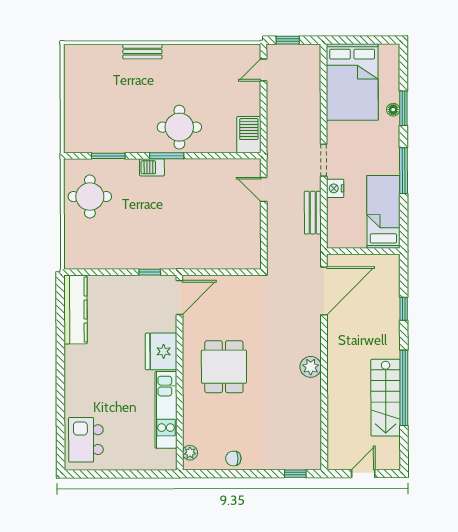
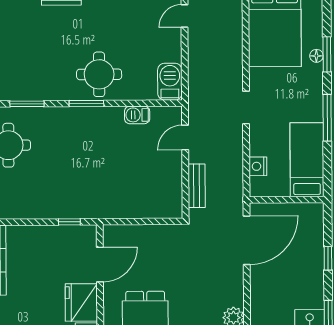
barbecue: (152, 167) -> (137, 115), moved
nightstand: (335, 188) -> (258, 166), moved
door: (264, 190) -> (185, 137), hinge flipped
bench: (313, 213) -> (197, 186), moved
door: (179, 298) -> (100, 265), moved

